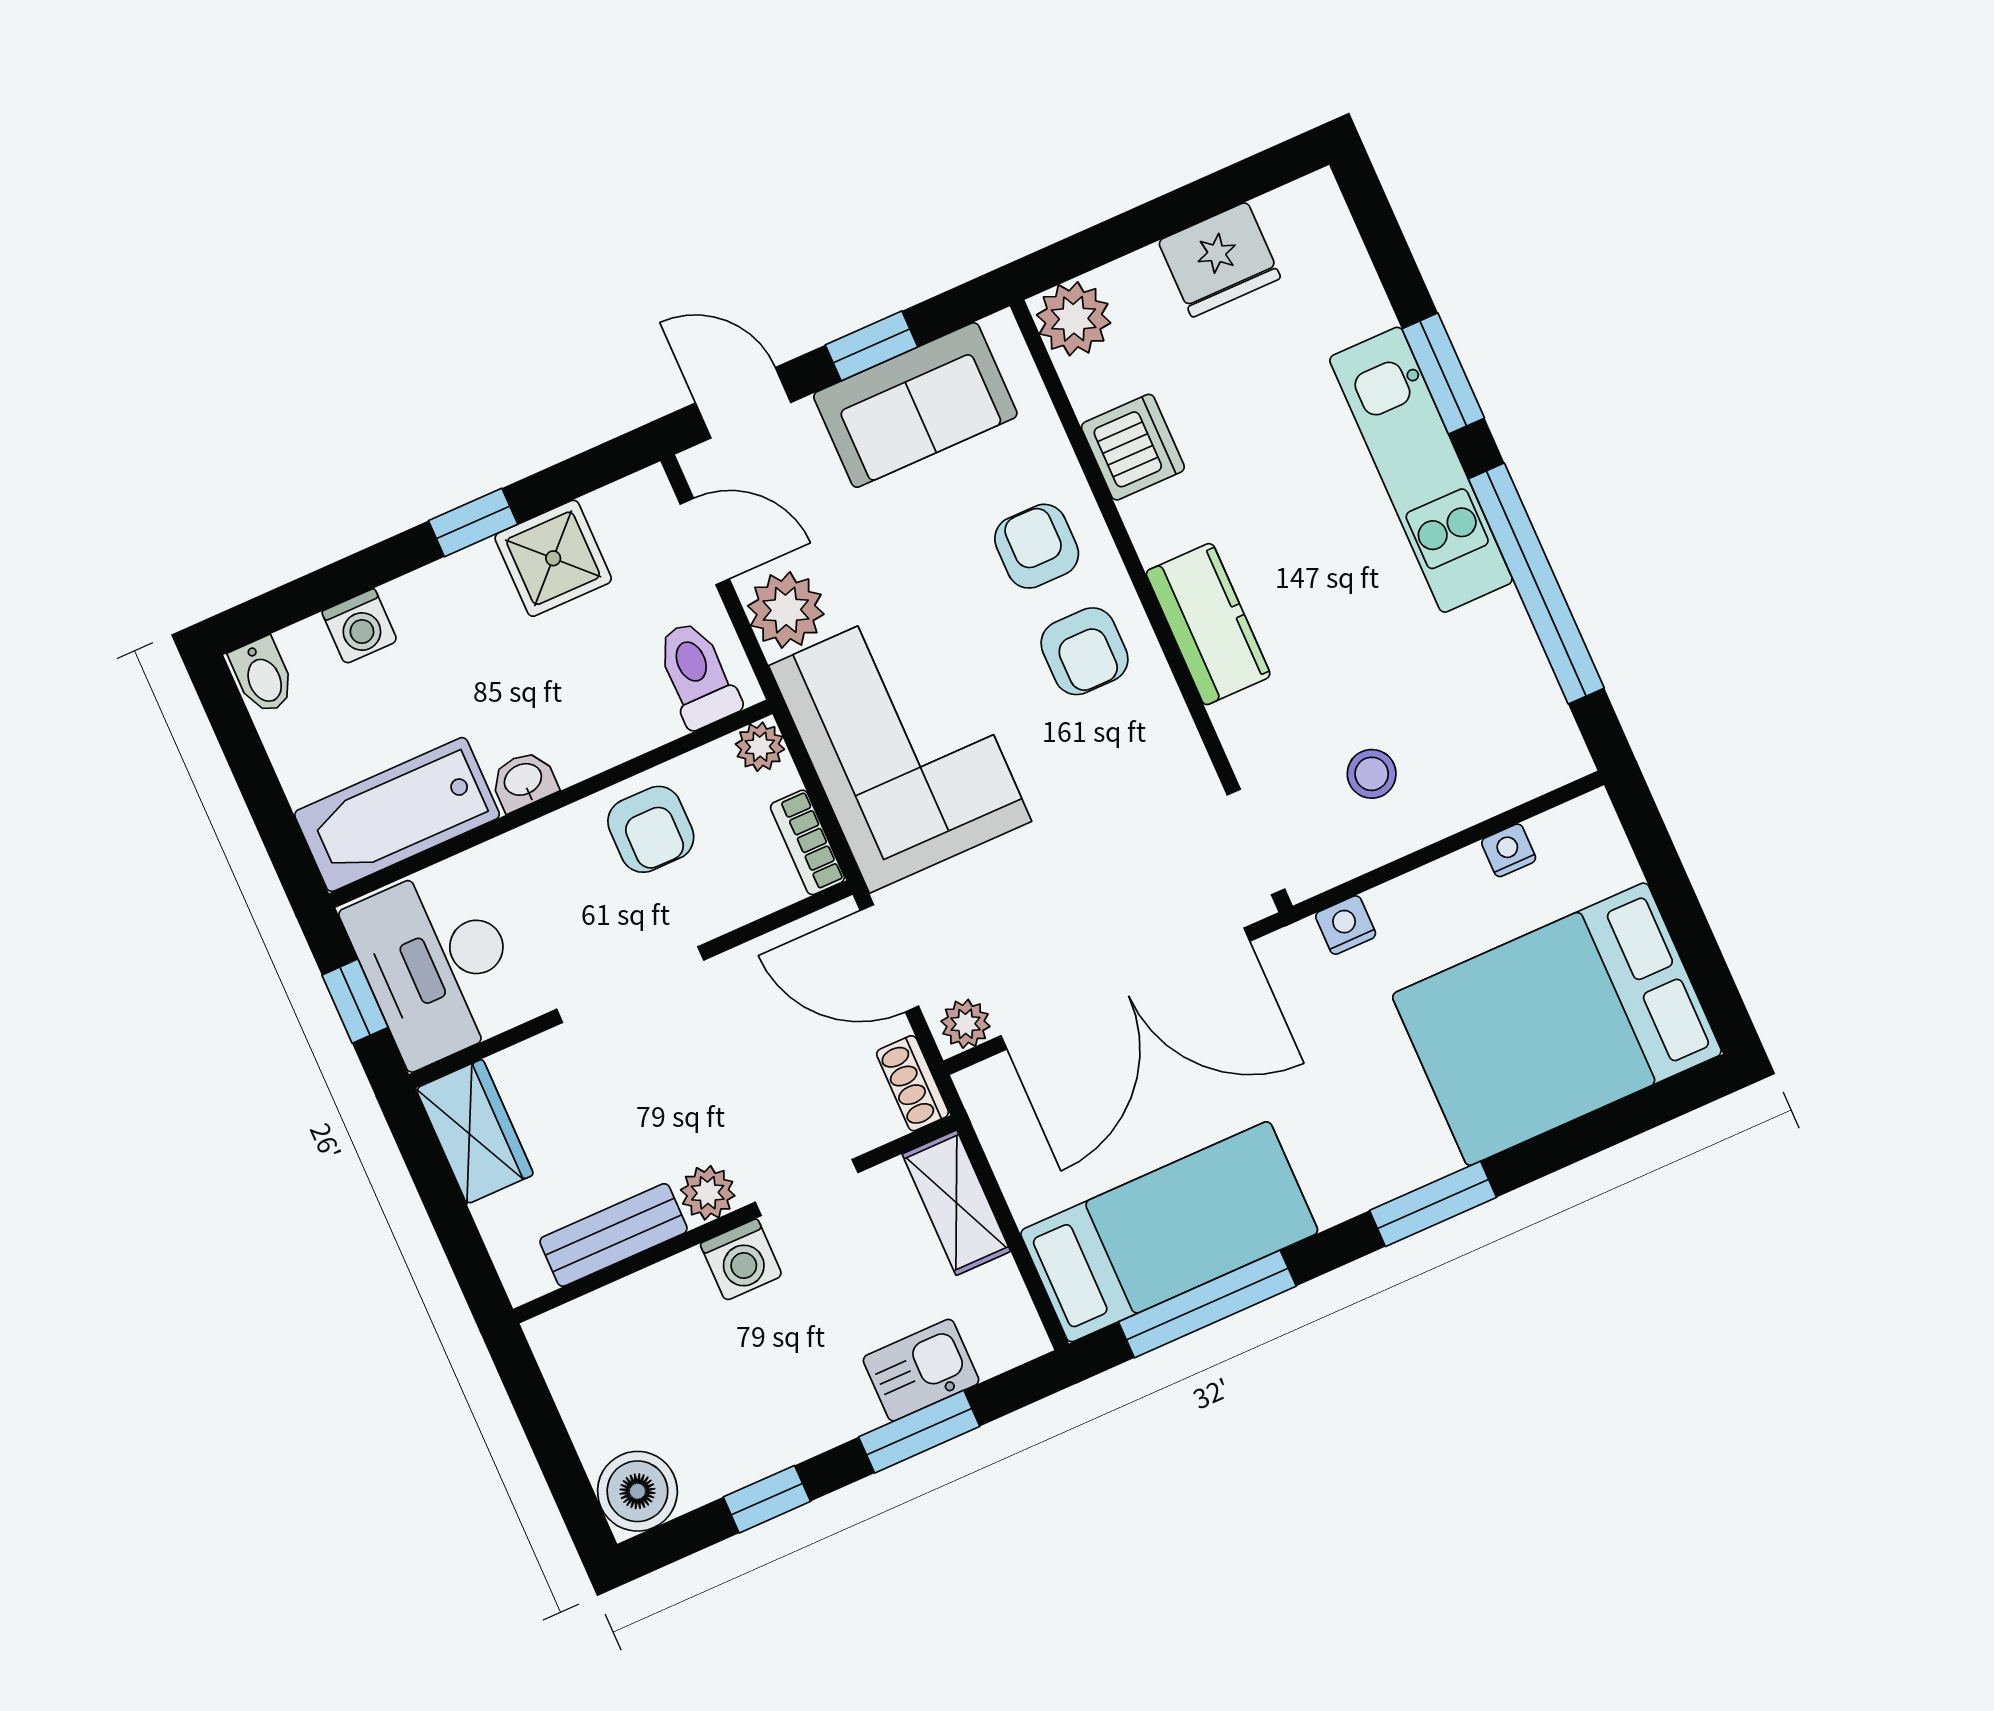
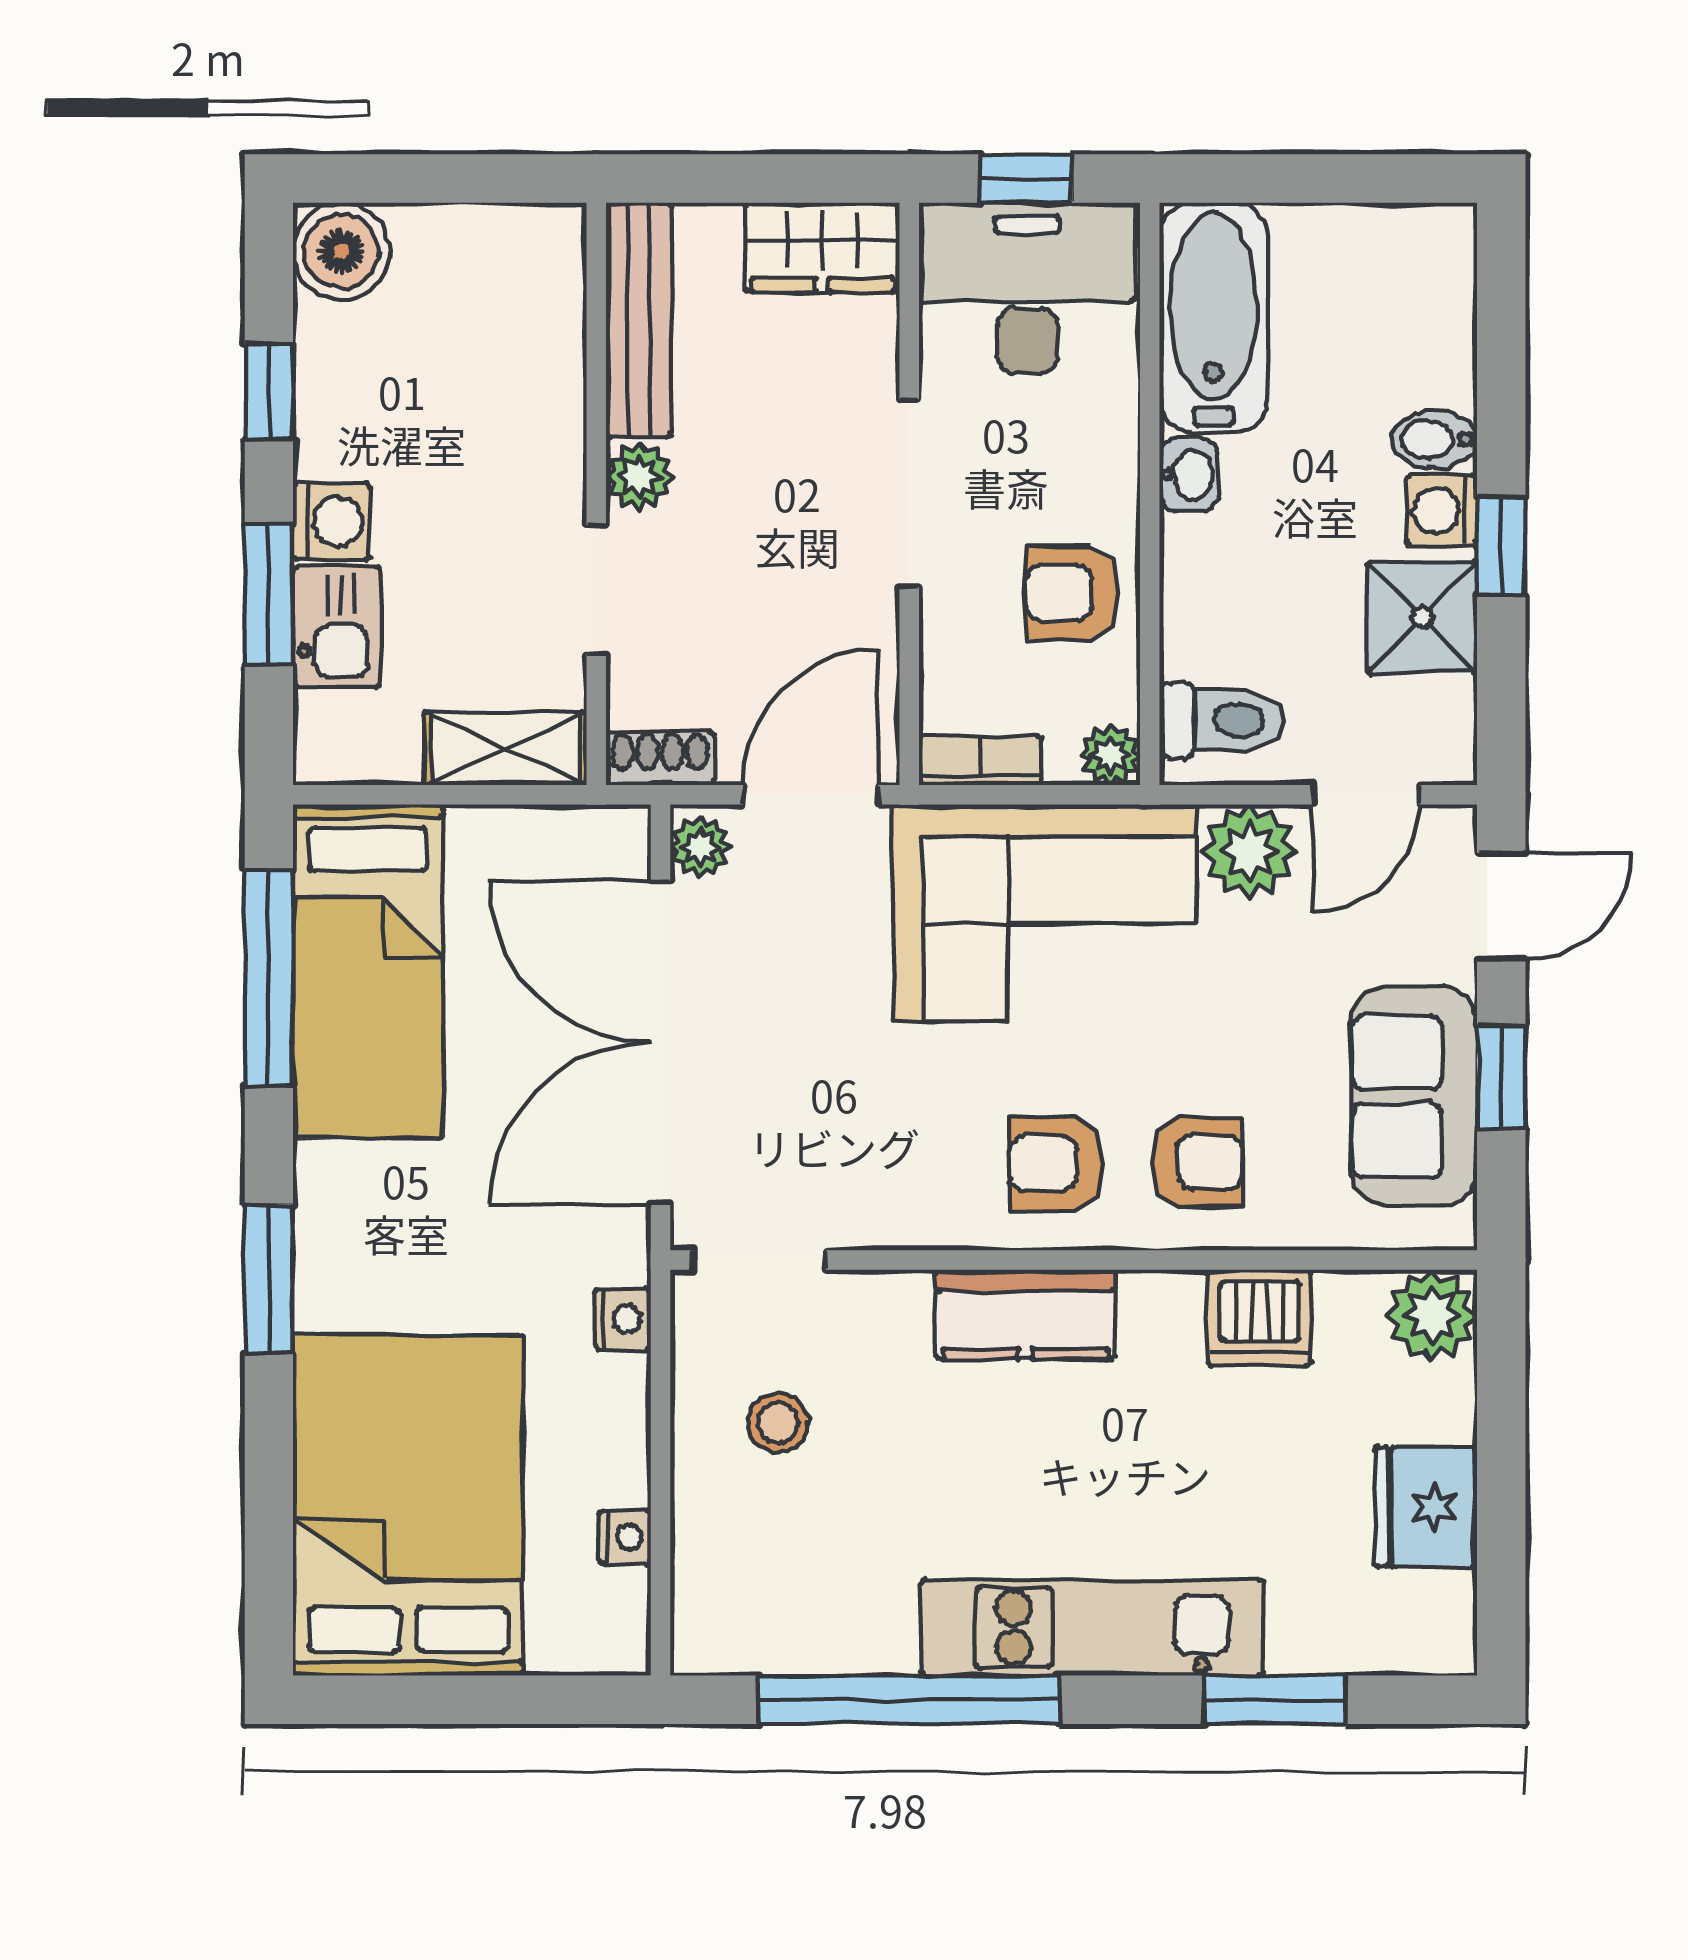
window: (1443, 373) -> (1275, 1700), moved
washing machine: (360, 626) -> (1442, 511), moved
bidet: (263, 676) -> (1434, 440), moved
bench: (614, 1235) -> (639, 320), width x1.36
washing machine: (741, 1260) -> (331, 522), moved, turned 180

